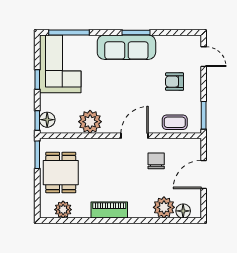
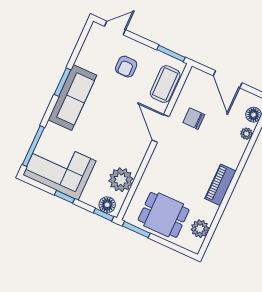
plant: (90, 122) -> (121, 180), moved
coffee table: (175, 122) -> (165, 84), width x1.36, depth x1.30
plant: (164, 207) -> (246, 134), width x0.53, depth x0.53

